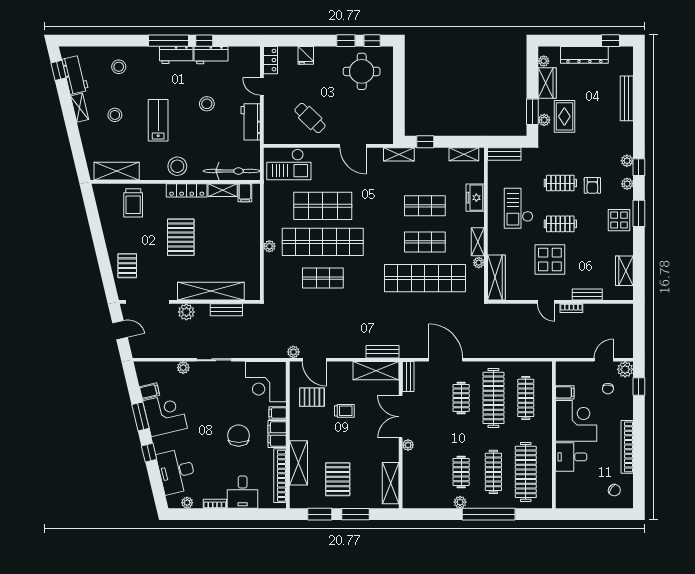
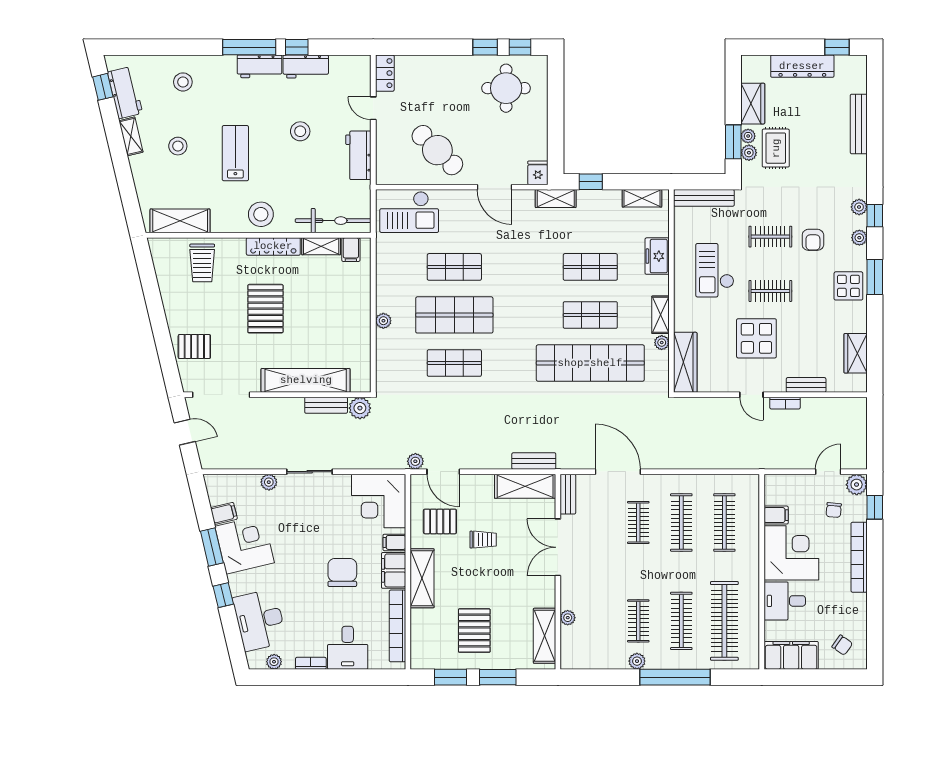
fridge: (306, 55) -> (538, 173), moved, turned 180
plant: (544, 61) -> (748, 136), moved
cafe table: (310, 118) -> (437, 150), width x1.37, depth x1.35
bench: (504, 154) -> (704, 198), width x1.36
shop shelf: (323, 206) -> (454, 267), width x0.70, depth x0.74
shop shelf: (323, 242) -> (454, 315), width x0.71
pallet: (127, 266) -> (194, 347), turned 90
plant: (186, 312) -> (360, 408), moved
clothes rail: (493, 398) -> (681, 522), width x0.73, depth x0.76
plant: (408, 445) -> (568, 618), moved
bookcase: (627, 447) -> (859, 557), moved
shelving: (299, 463) -> (422, 578), moved
filing cabinet: (576, 498) -> (791, 655), added

